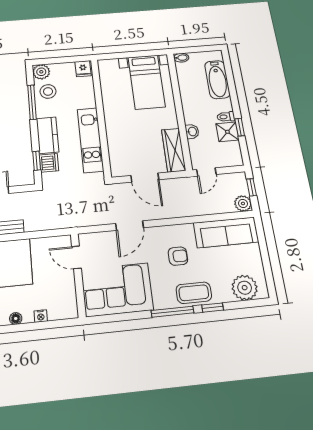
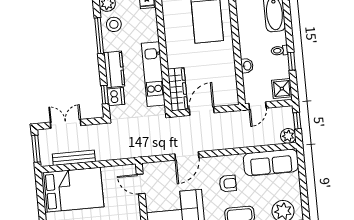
shower: (227, 132) -> (282, 89), moved
wardrobe: (174, 150) -> (178, 89), moved, turned 180
door: (145, 178) -> (202, 111), swing flipped

